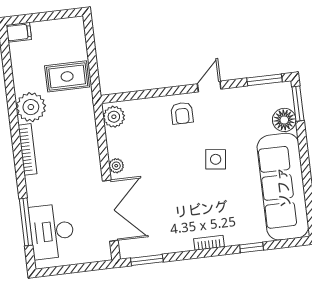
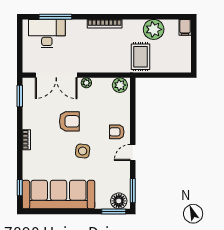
rug: (67, 76) -> (140, 57), moved
door: (209, 86) -> (133, 153), swing flipped
plant: (31, 107) -> (154, 29), moved
floor lamp: (284, 120) -> (119, 201), moved
armchair: (175, 184) -> (69, 121), added
window: (252, 247) -> (20, 188), moved

